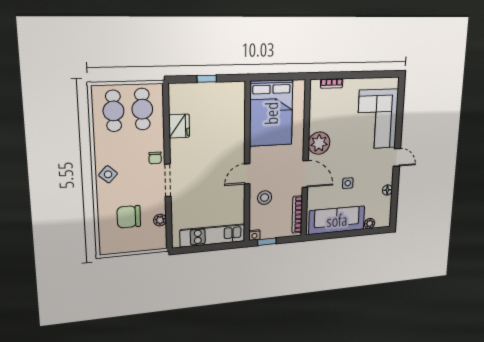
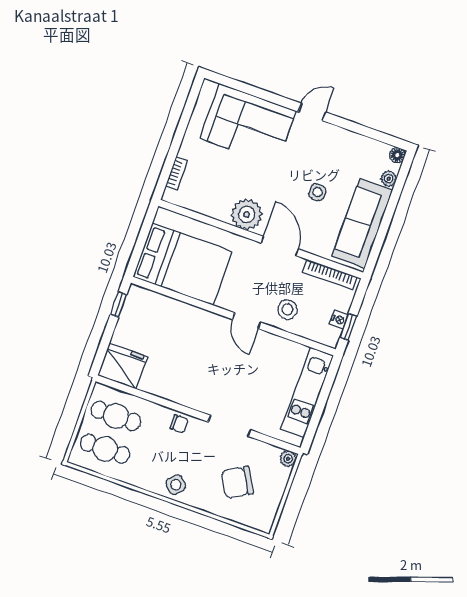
window: (207, 79) -> (118, 305), moved
fridge: (179, 126) -> (122, 366), moved, width x1.36, depth x1.34
door: (305, 174) -> (280, 246), hinge flipped
doorway: (168, 180) -> (229, 426), moved
floor lamp: (387, 190) -> (397, 155), moved
chair: (129, 217) -> (237, 482), turned 60
plant: (160, 220) -> (288, 459), moved
nightstand: (254, 235) -> (339, 320), moved

